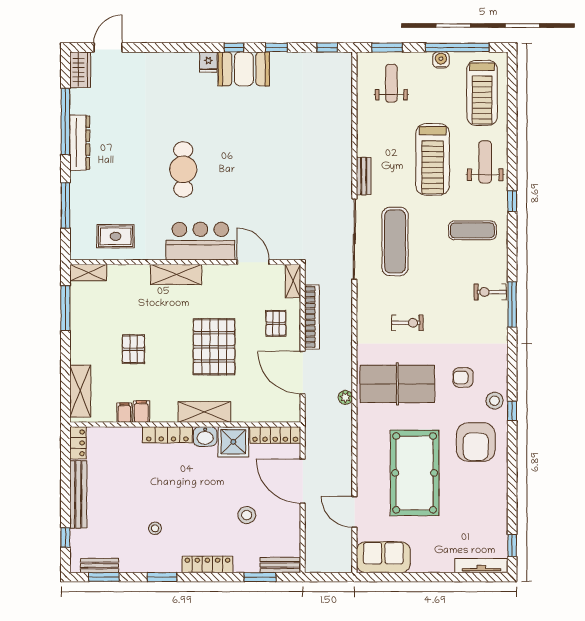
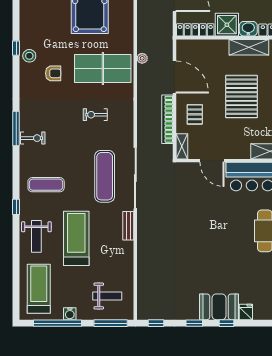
window: (387, 48) -> (111, 323), width x1.44
weight bench: (391, 83) -> (107, 296), turned -90
armchair: (476, 442) -> (43, 25), removed

